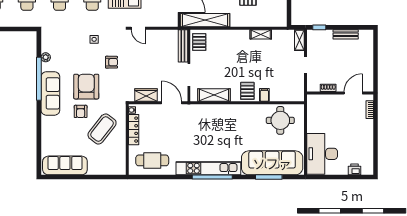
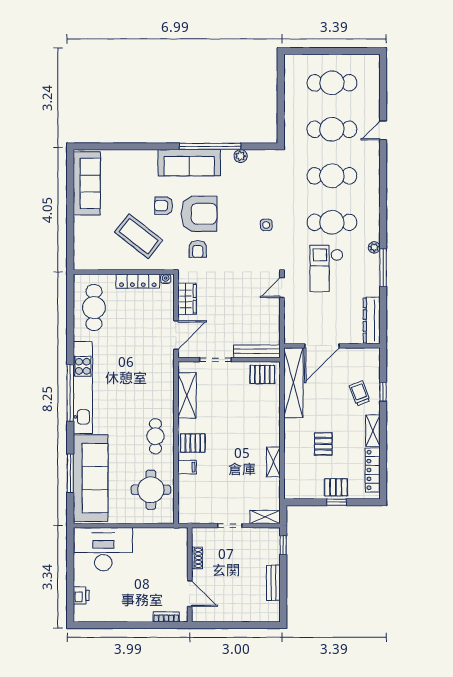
armchair: (111, 62) -> (198, 249), moved
cafe table: (243, 117) -> (155, 436), added

